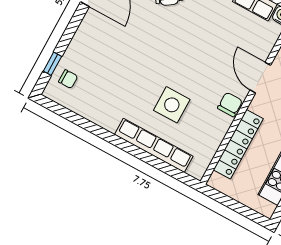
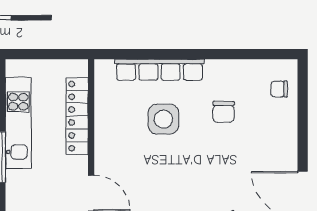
window: (52, 64) -> (303, 96), removed
chair: (230, 104) -> (224, 112), moved

